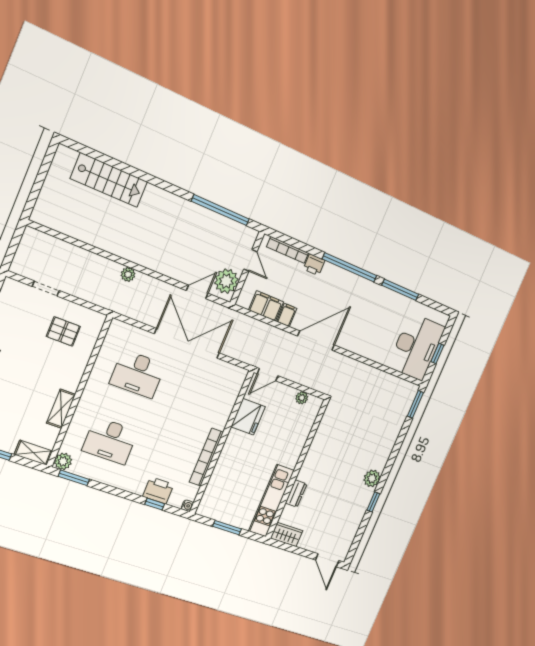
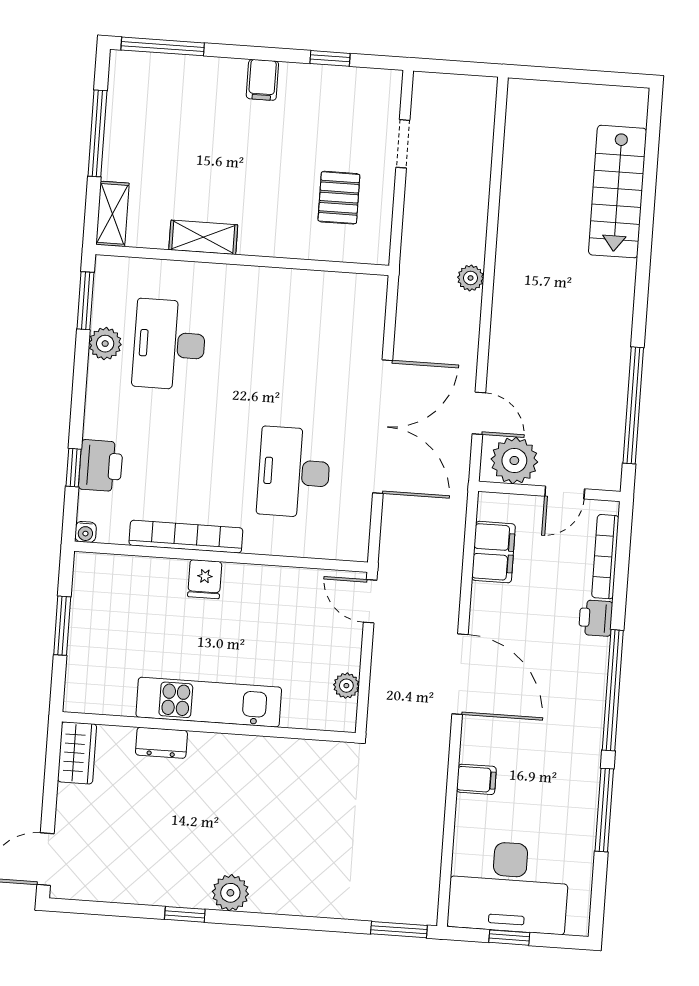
filing cabinet: (287, 315) -> (476, 779), moved
desk: (138, 374) -> (294, 472), moved
fridge: (248, 417) -> (205, 579), moved, width x0.53, depth x0.75
plant: (63, 461) -> (105, 344), moved
kitchen unit: (271, 501) -> (209, 702), moved

